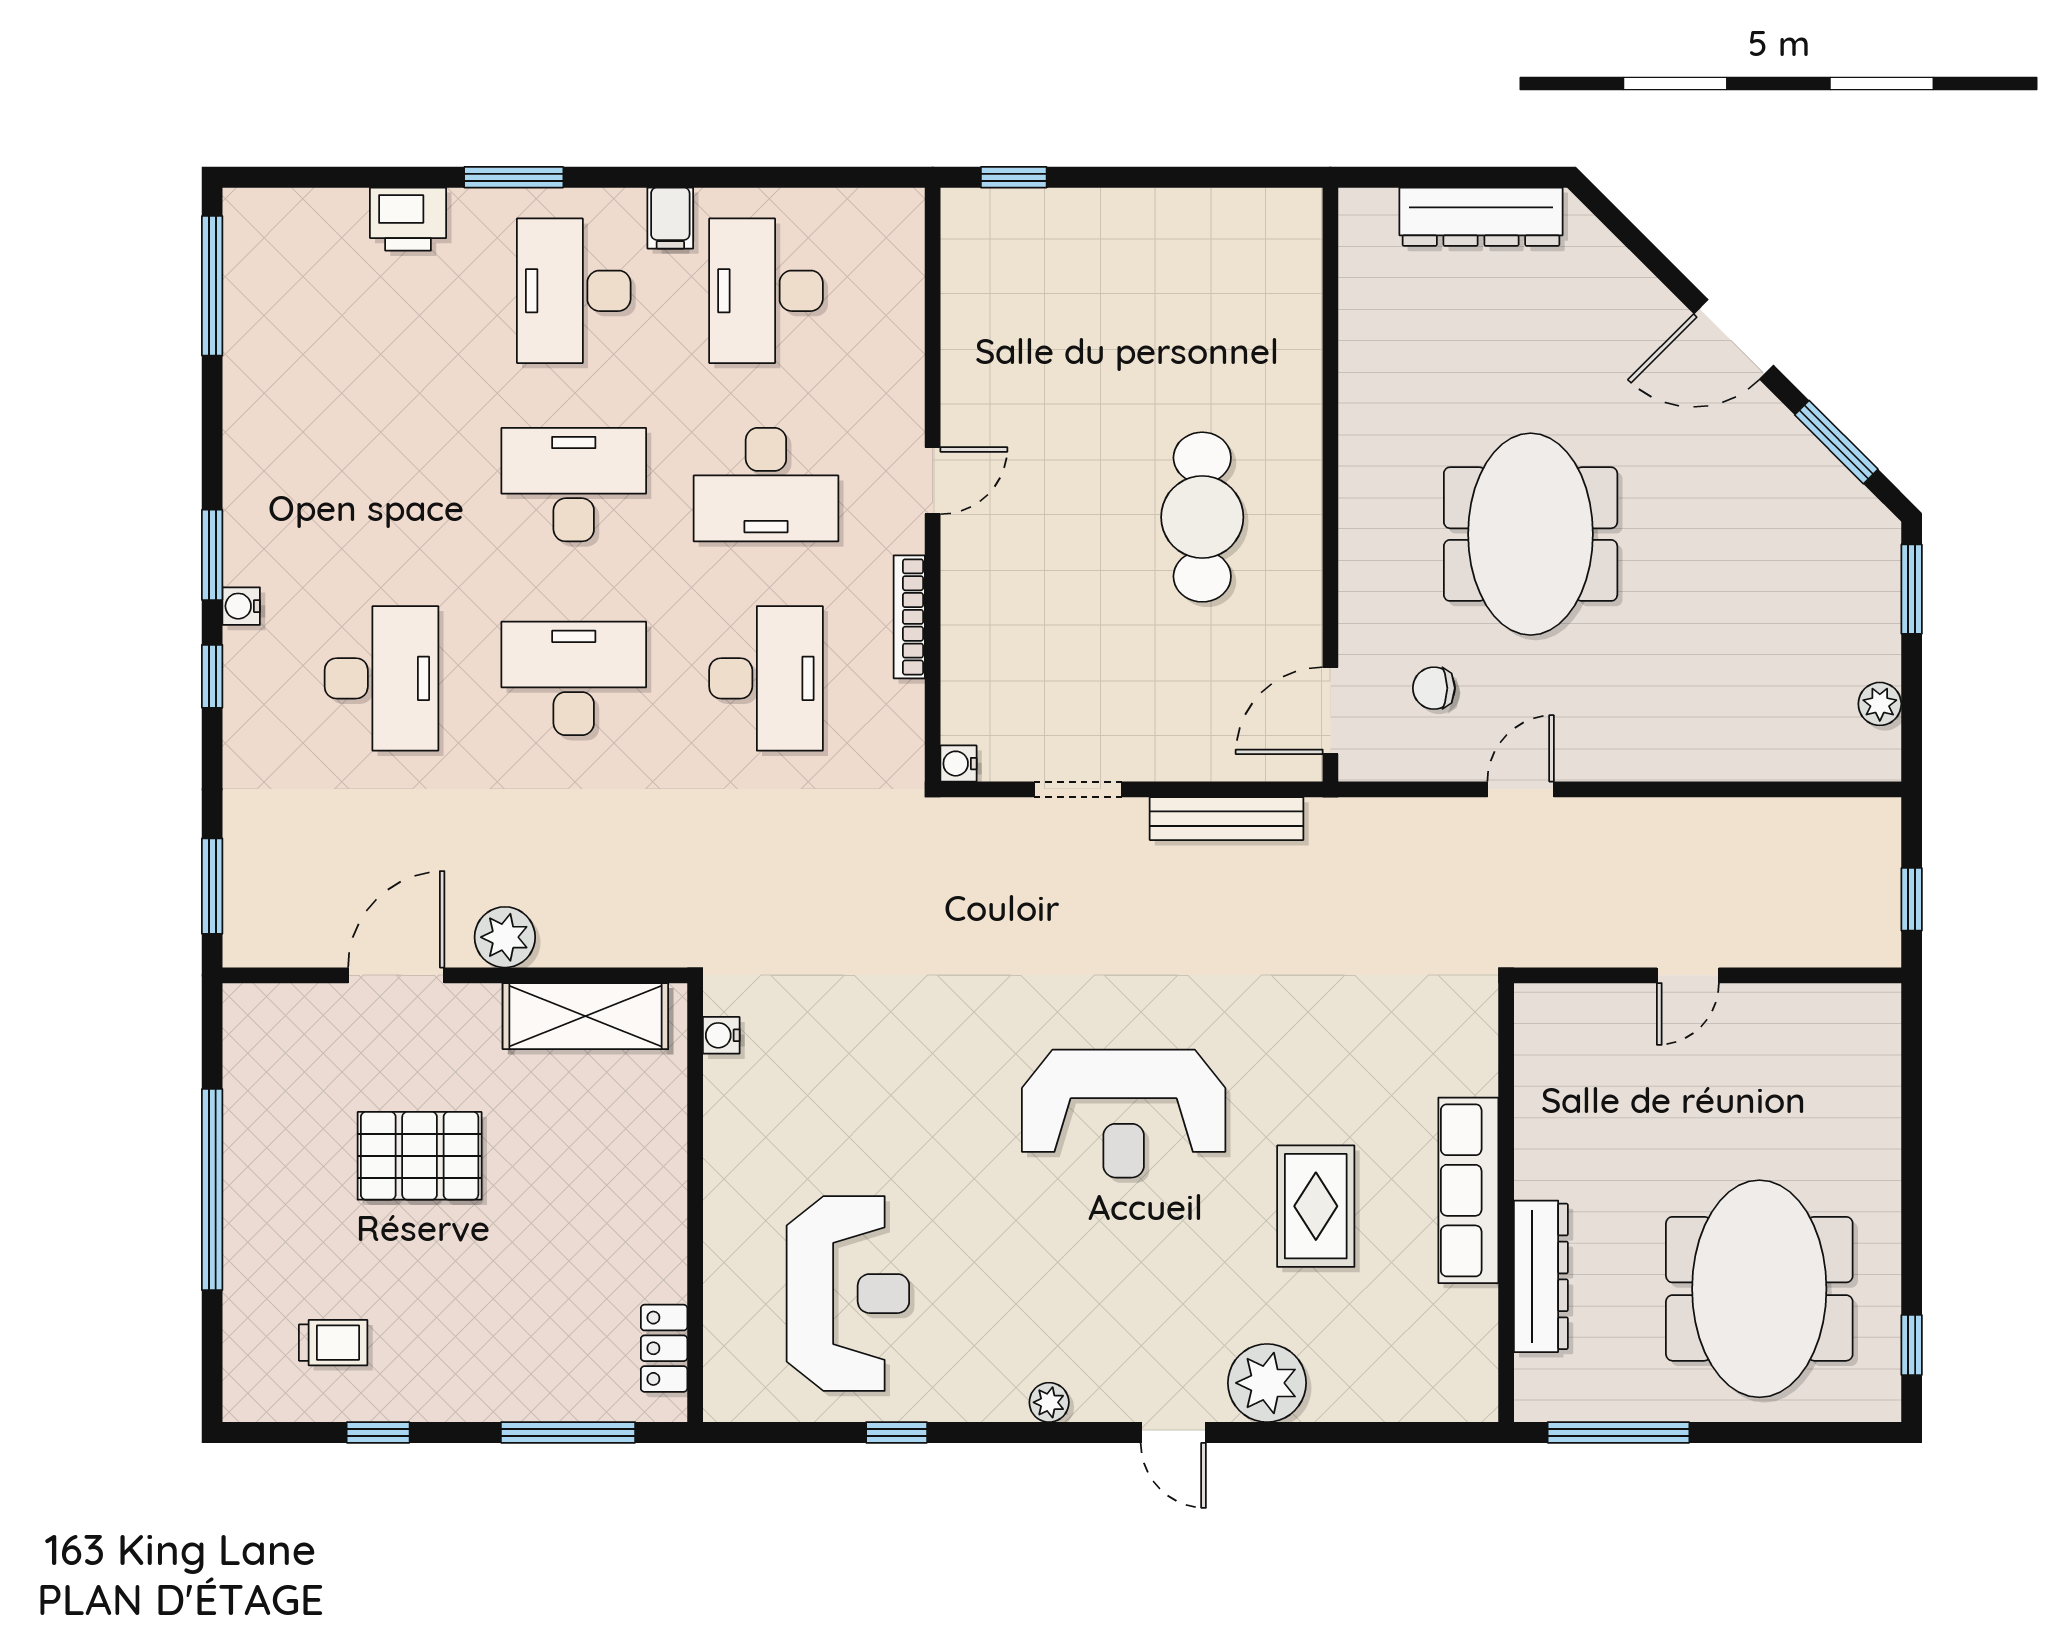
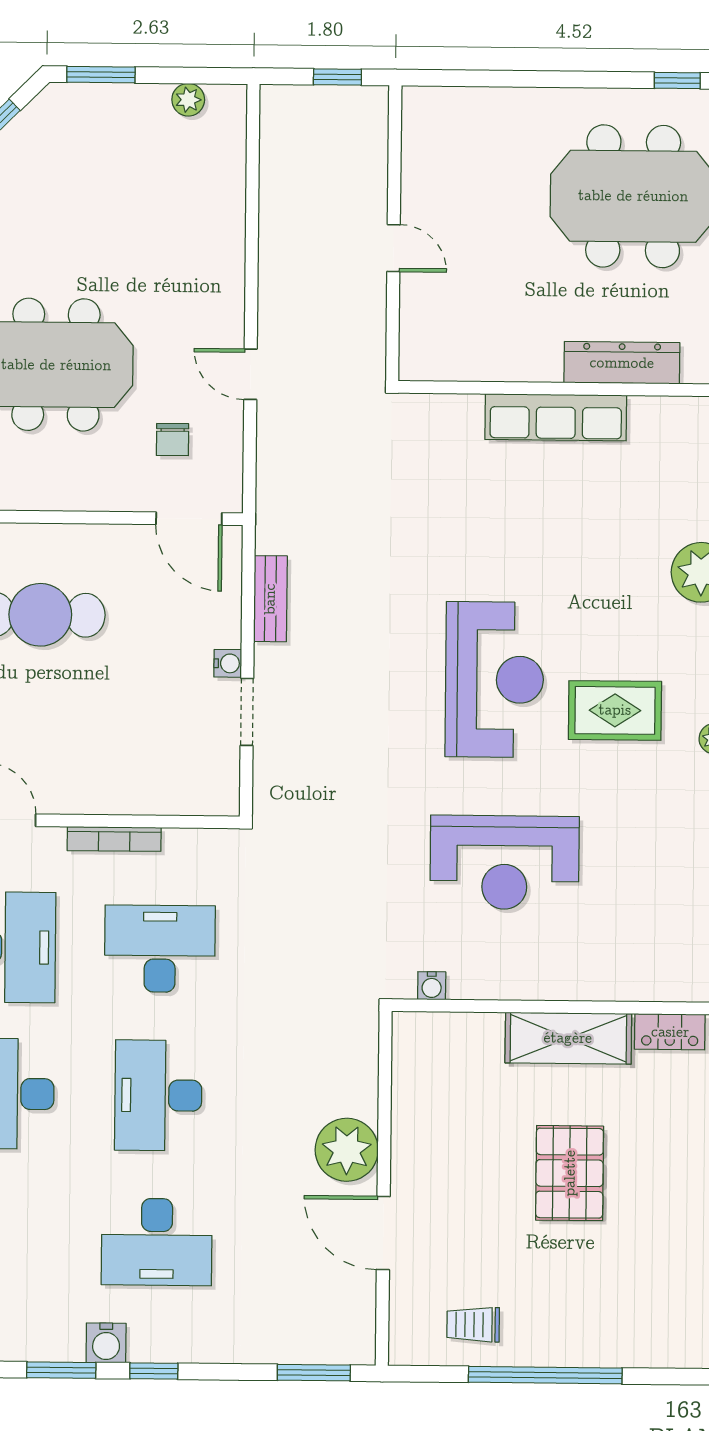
water cooler: (241, 606) -> (106, 1343), width x1.38, depth x1.38
desk: (381, 678) -> (157, 1242), turned 180
water cooler: (959, 764) -> (228, 663), moved, turned -90
bench: (1227, 819) -> (270, 599), width x0.73
plant: (505, 937) -> (347, 1150), width x1.36, depth x1.36
shelving: (585, 1016) -> (568, 1038), moved, turned 90
pallet: (420, 1156) -> (570, 1173), moved
rug: (1316, 1206) -> (615, 710), moved
reception desk: (848, 1294) -> (505, 862), moved, turned 180
trolley: (333, 1343) -> (473, 1325), moved, turned -90

